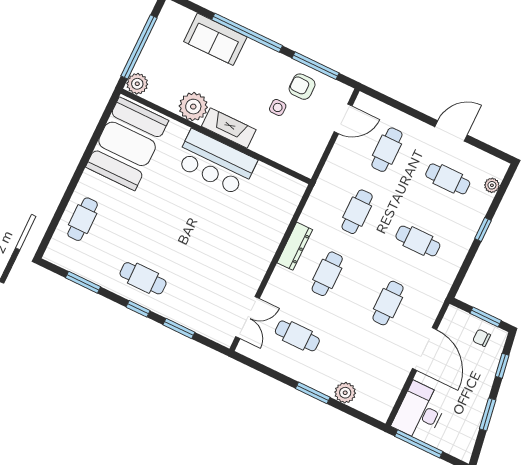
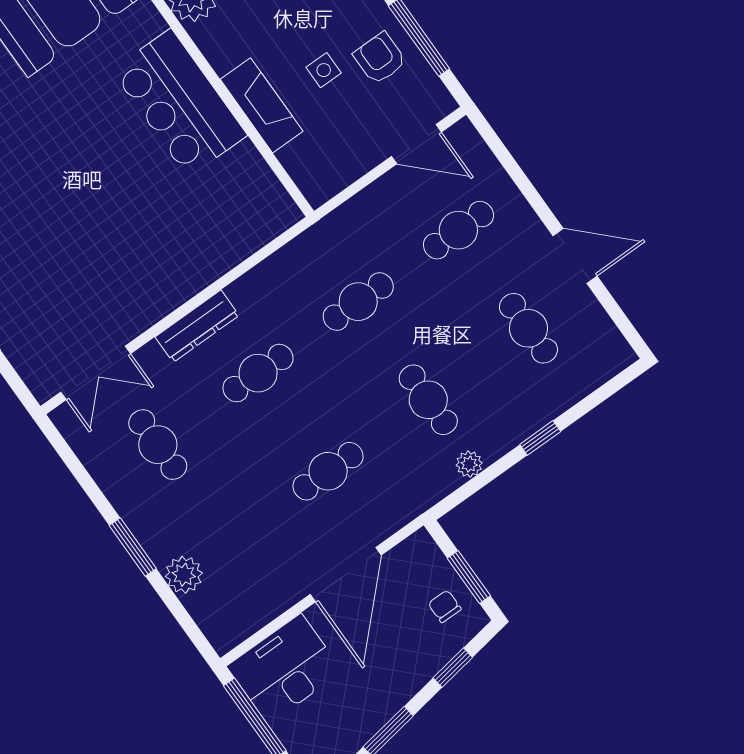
fireplace: (229, 128) -> (262, 105), moved
plant: (492, 185) -> (469, 464), moved
dresser: (295, 246) -> (197, 326), moved

